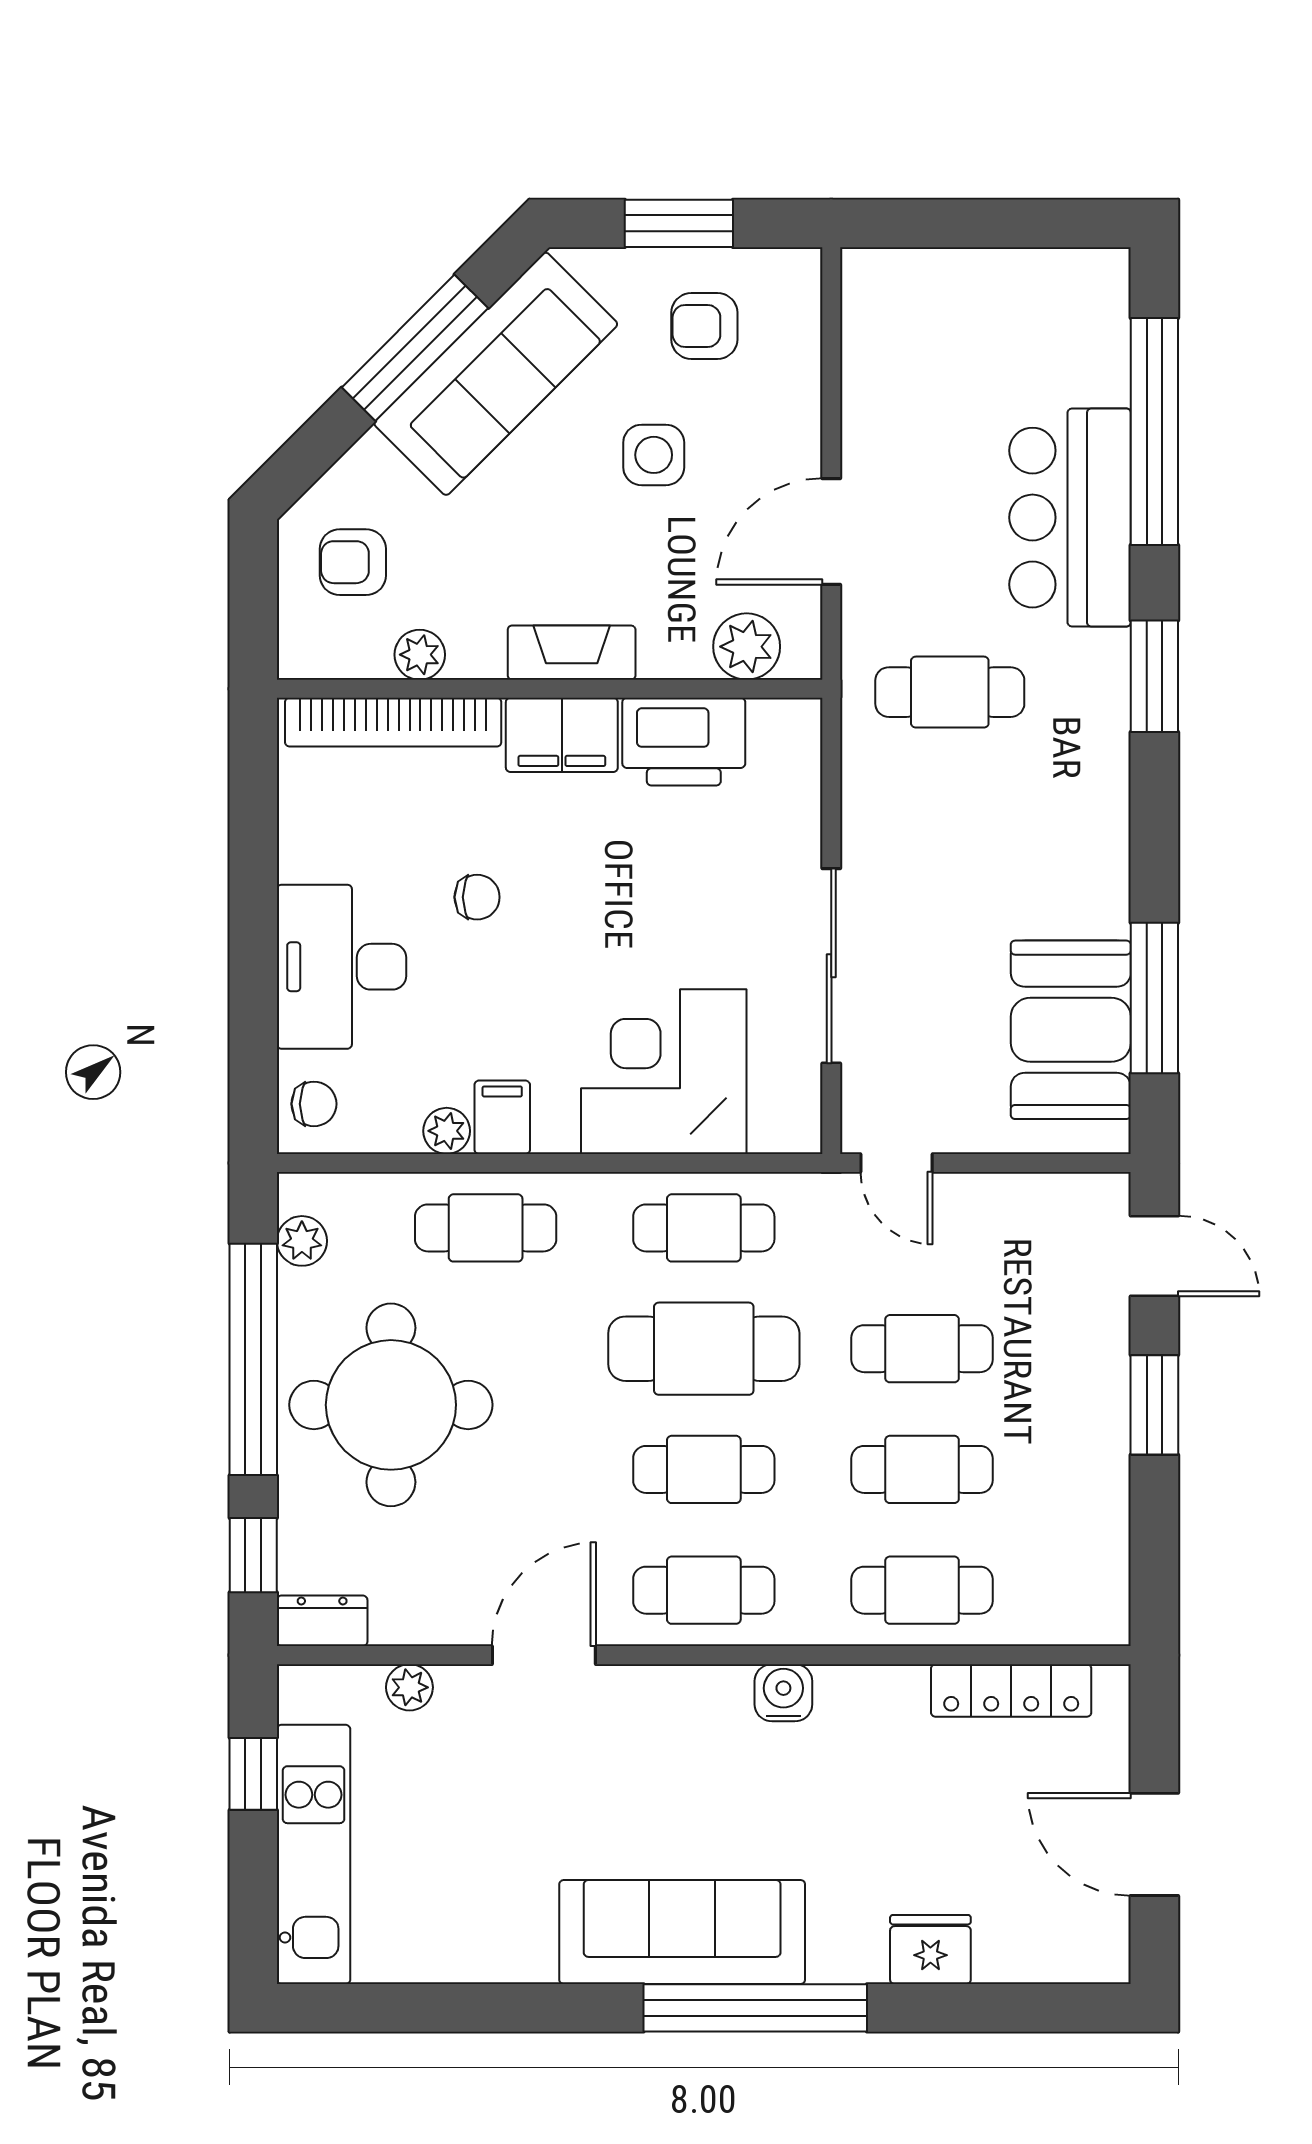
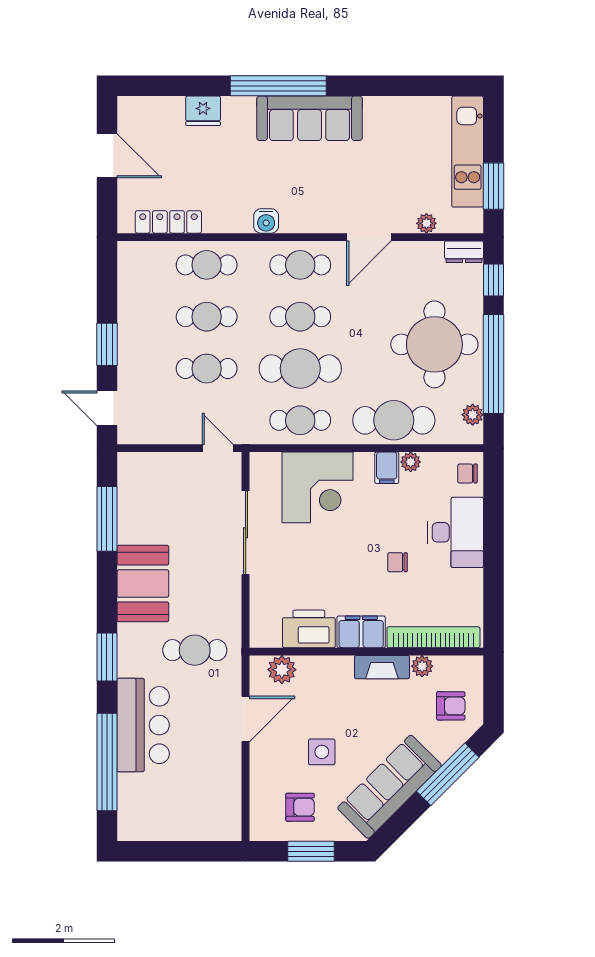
window: (415, 348) -> (448, 774), moved
fireplace: (572, 653) -> (382, 667), moved
booth: (1071, 1030) -> (143, 583), moved
cafe table: (486, 1228) -> (394, 420), width x1.37, depth x1.35
window: (253, 1774) -> (494, 186), width x1.50

